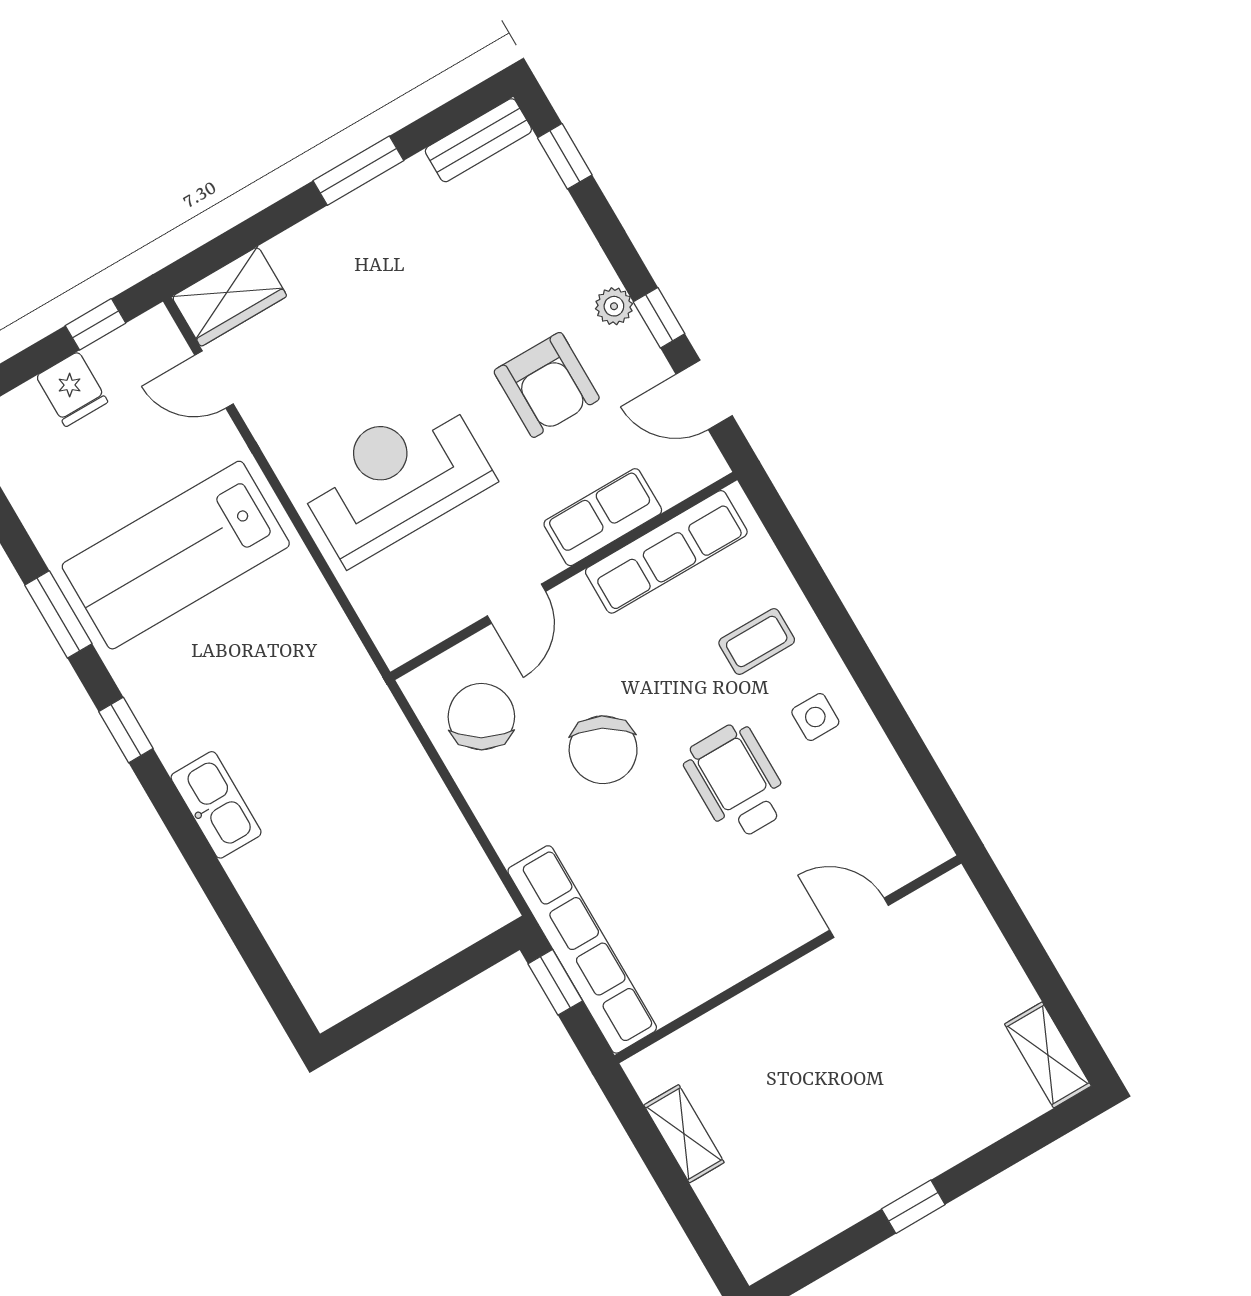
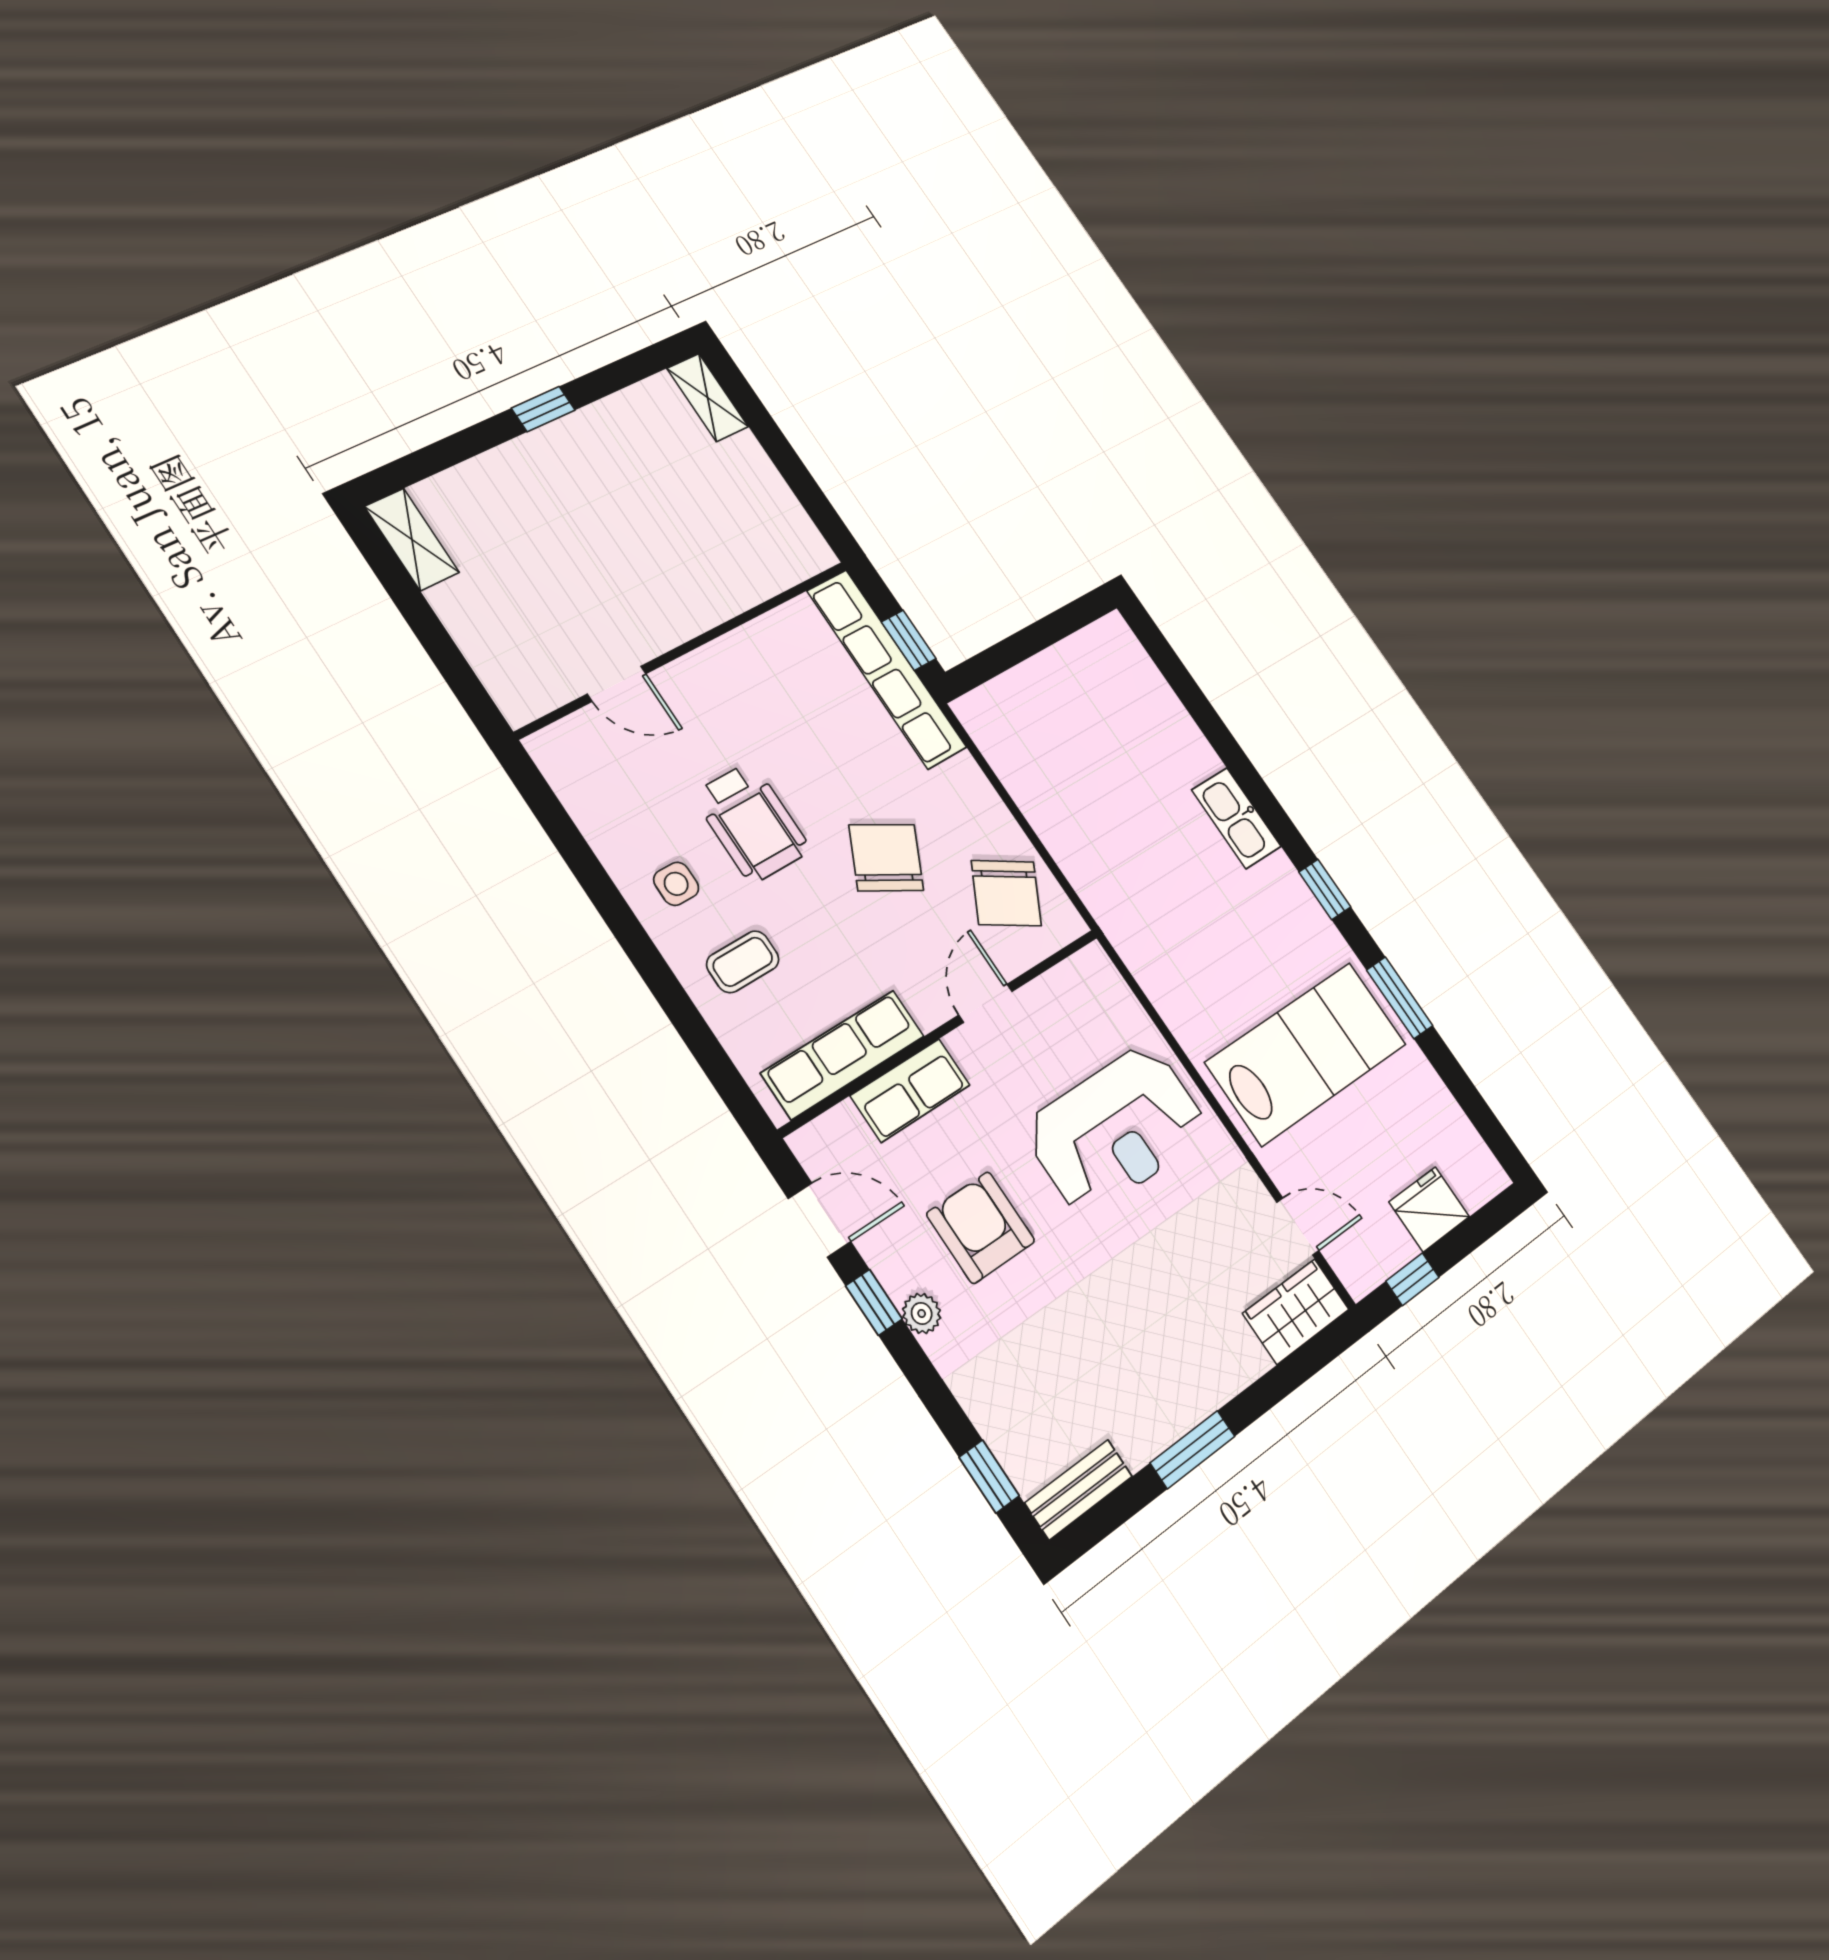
fridge: (72, 389) -> (1429, 1209), width x1.38
shelving: (684, 1134) -> (708, 398), moved

